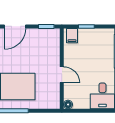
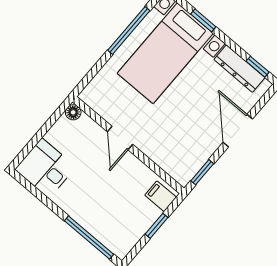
door: (62, 75) -> (120, 138), hinge flipped

